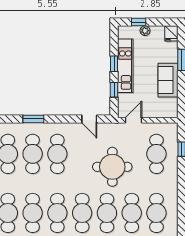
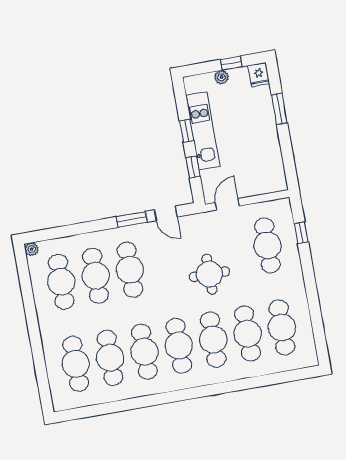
window: (139, 22) -> (231, 63), moved
sofa: (168, 80) -> (266, 140), removed
window: (33, 119) -> (132, 219), moved
round table: (112, 167) -> (209, 274), width x0.73, depth x0.73

